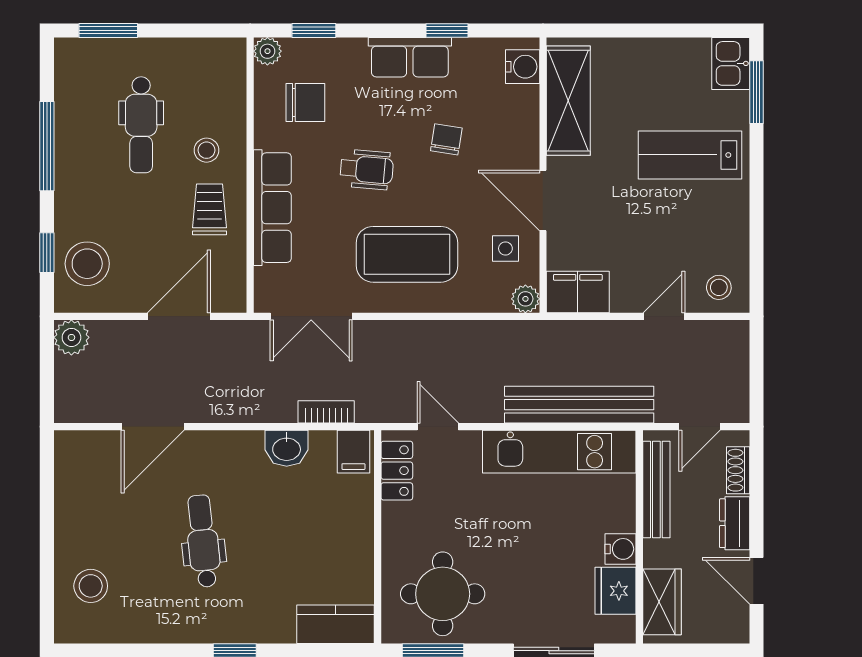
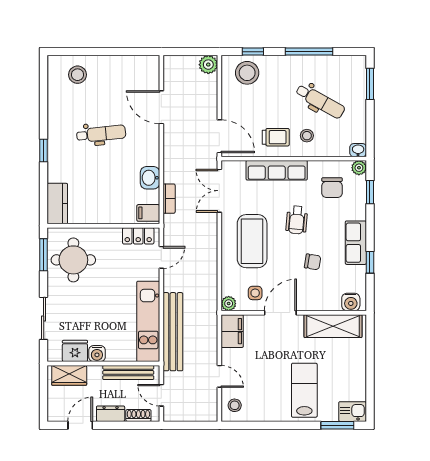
washbasin: (234, 53) -> (358, 150), added
dental chair: (141, 125) -> (320, 101), turned -151
door: (179, 316) -> (219, 136), moved

